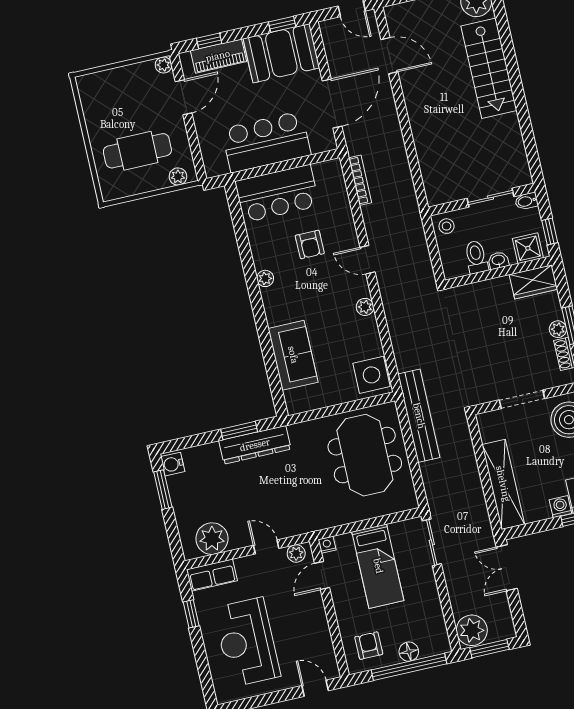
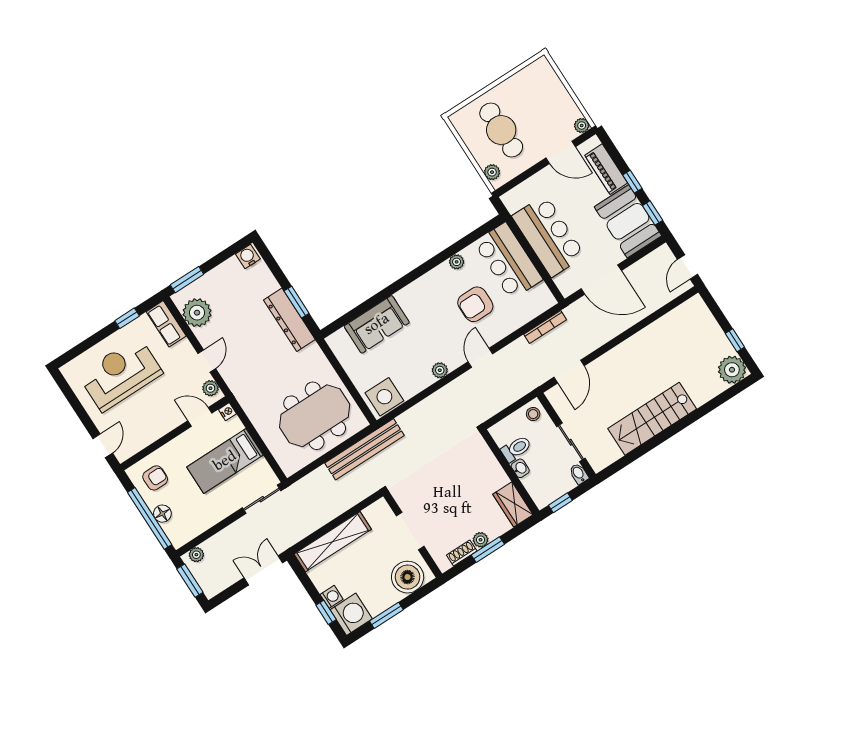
window: (209, 41) -> (632, 182), moved
door: (389, 56) -> (569, 372), moved
stairs: (489, 68) -> (652, 419), moved
armchair: (310, 244) -> (475, 304), width x1.38, depth x1.38
shower: (528, 248) -> (540, 489), removed
plant: (265, 278) -> (457, 262), moved
window: (163, 490) -> (187, 280), moved
plant: (472, 630) -> (196, 555), width x0.53, depth x0.53

